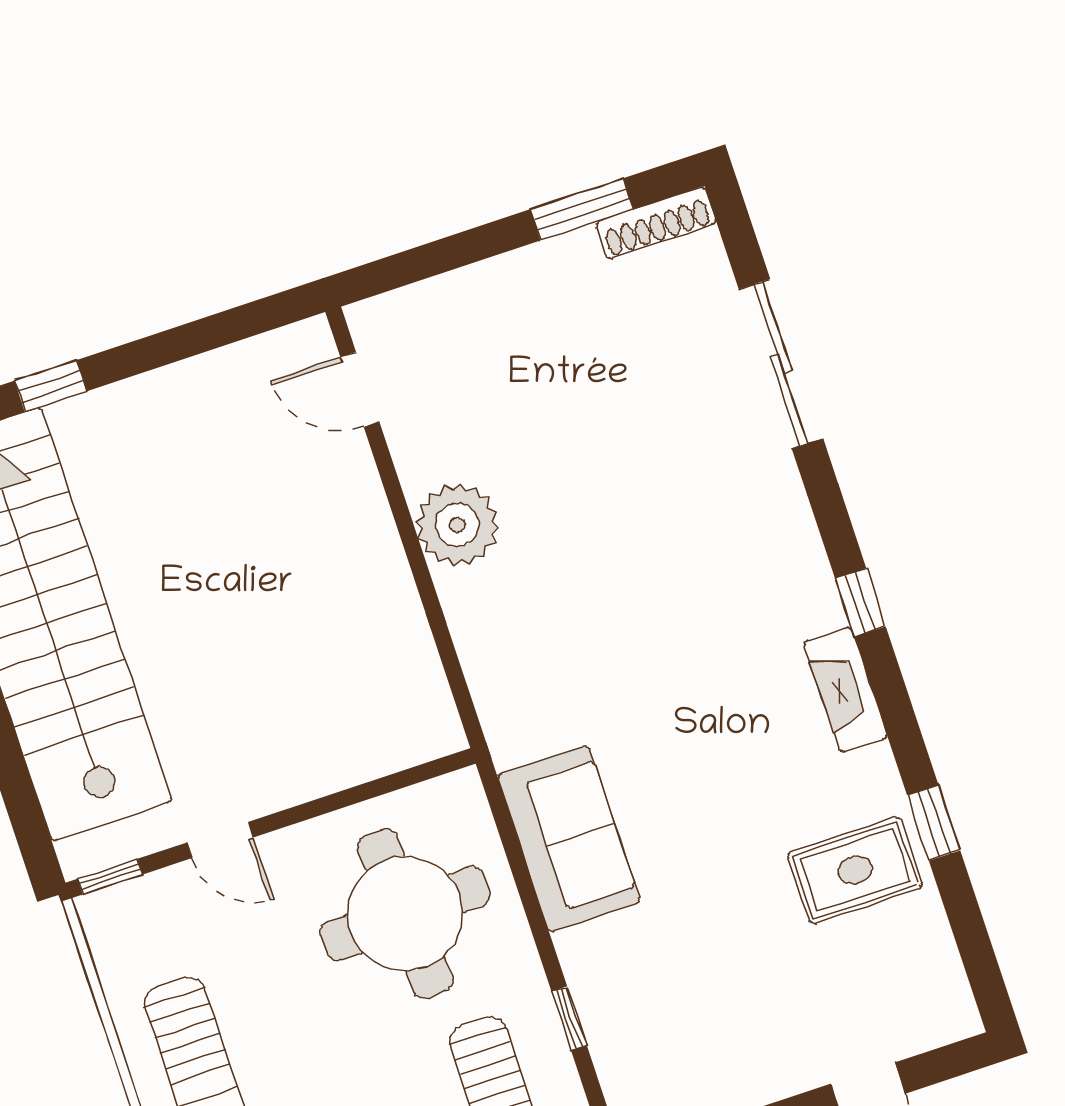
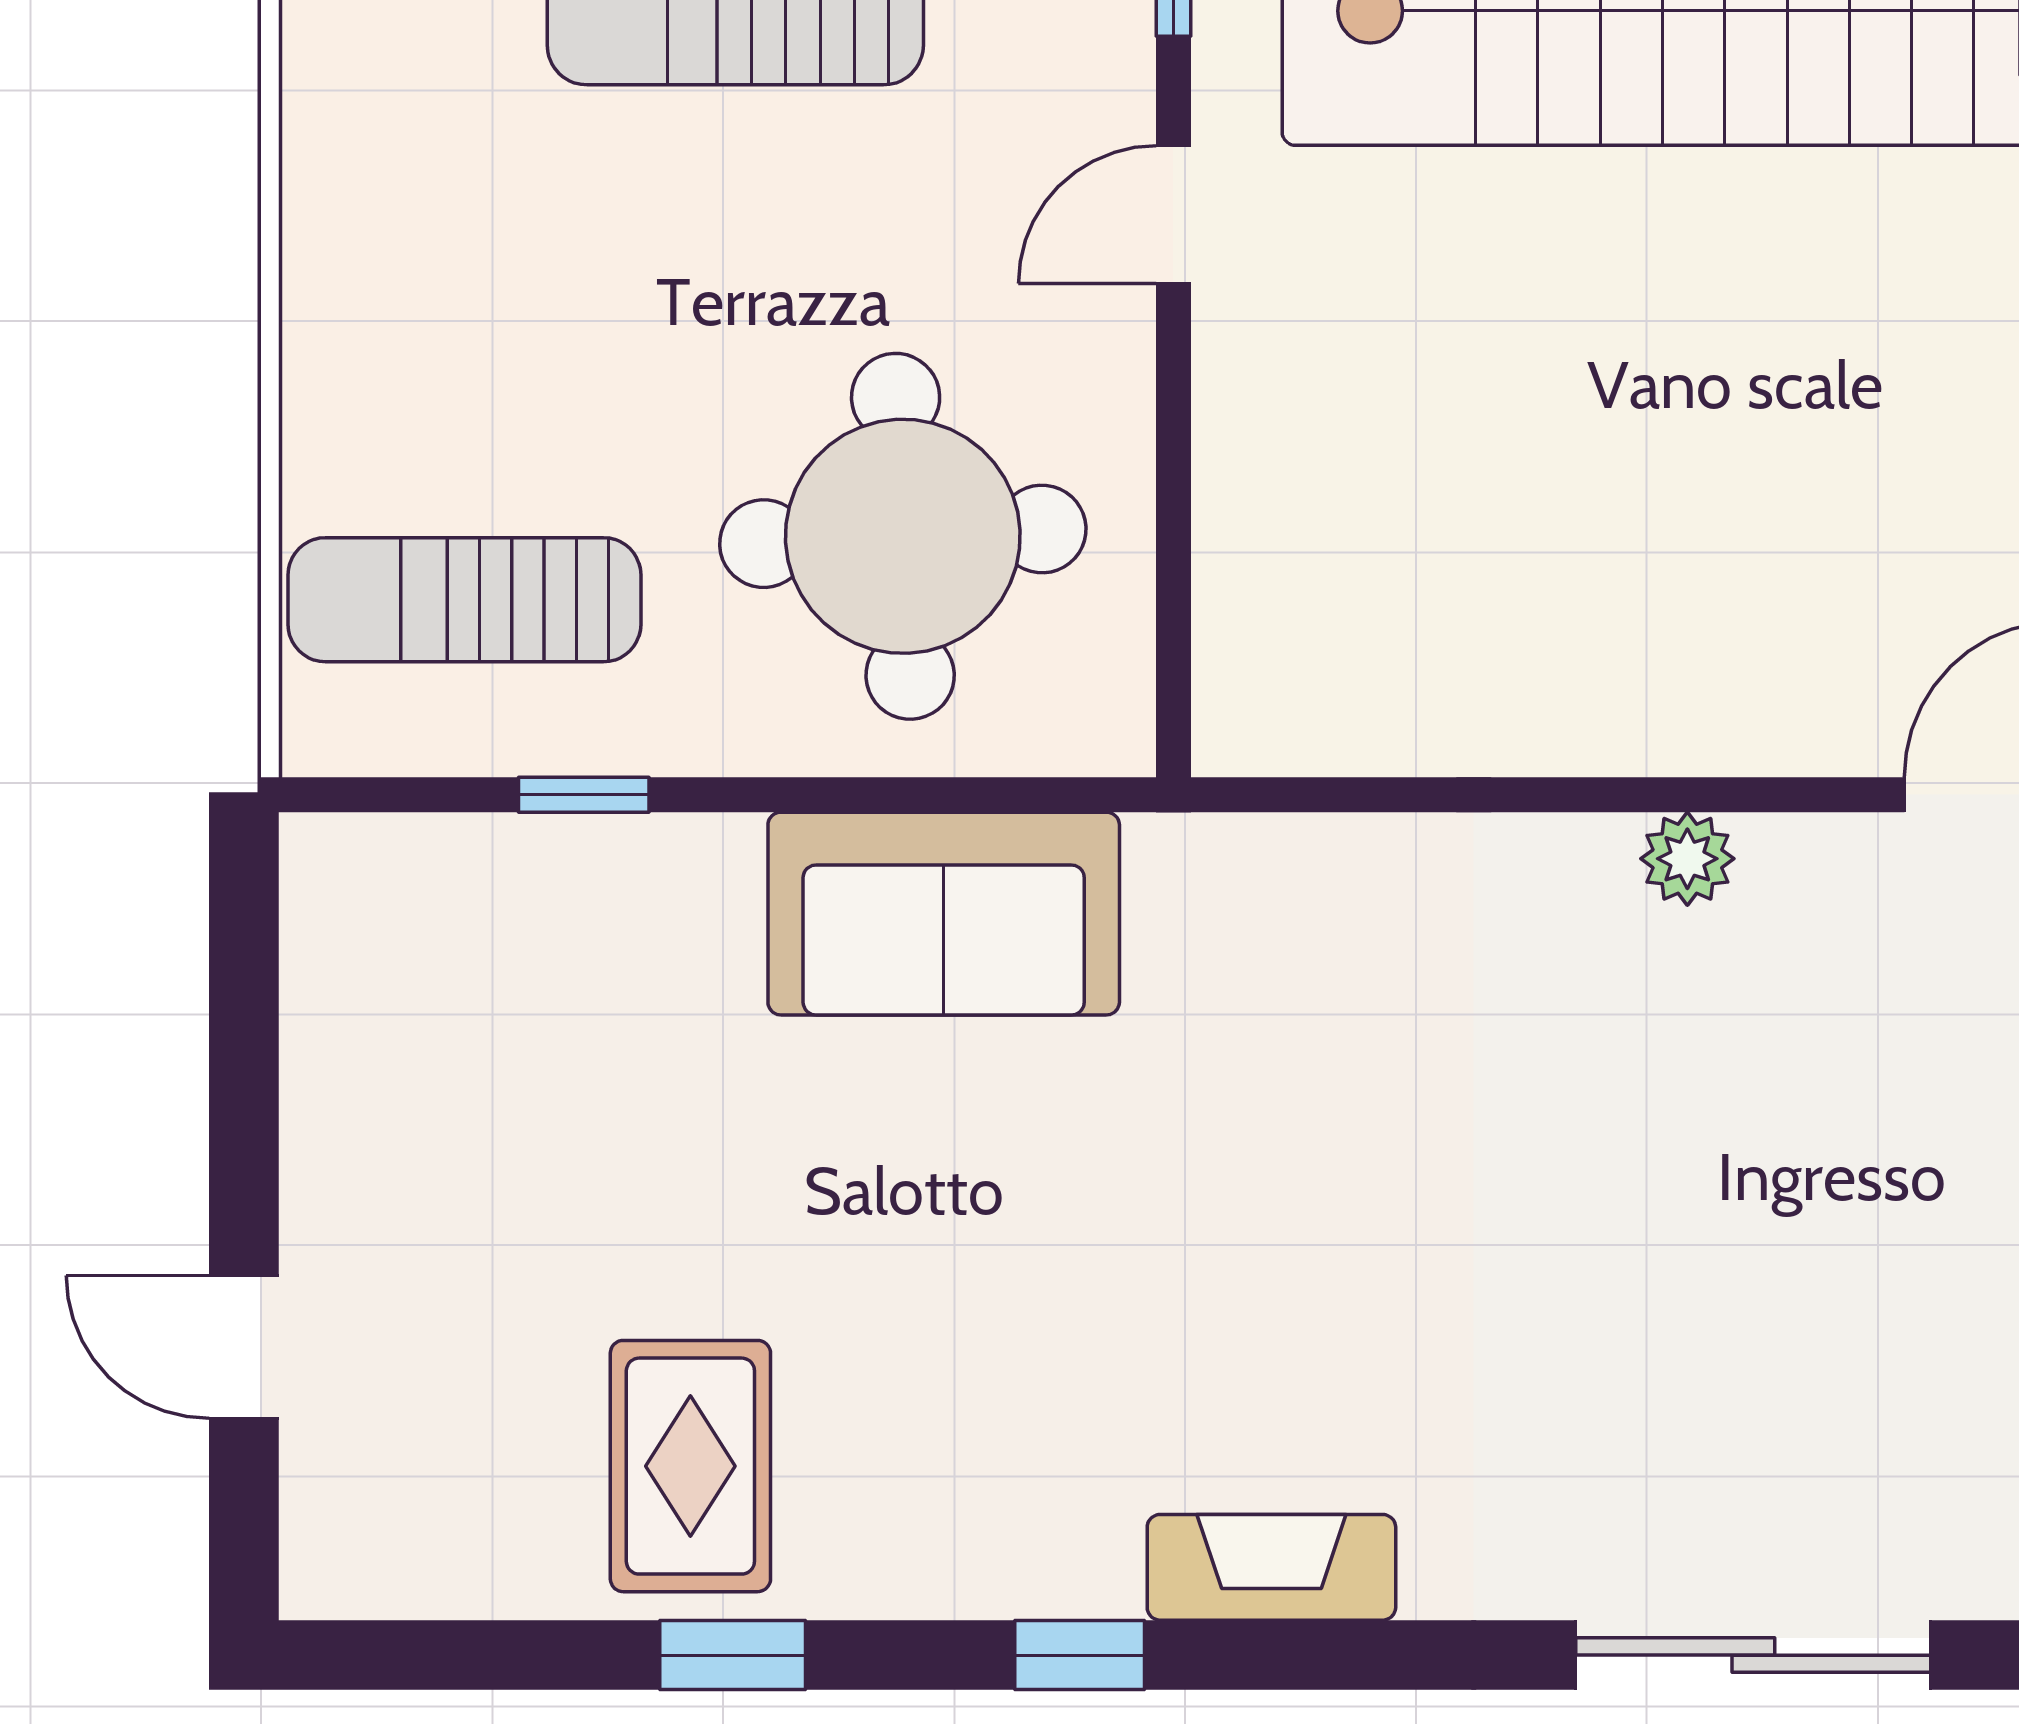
plant: (457, 525) -> (1687, 859), width x0.53, depth x0.53
window: (860, 602) -> (1080, 1655), moved
fireplace: (846, 690) -> (1271, 1567), moved

